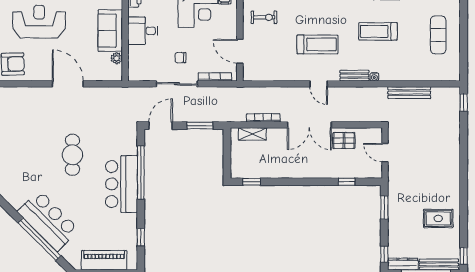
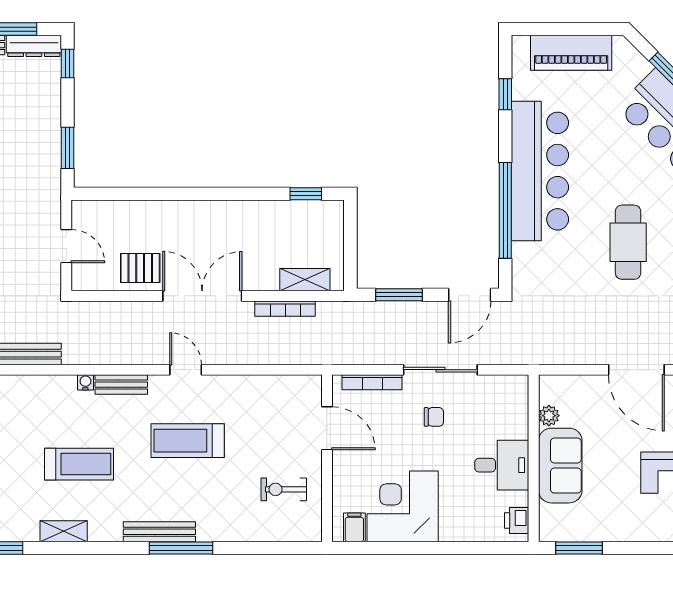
window: (347, 182) -> (135, 194), removed
bar counter: (121, 184) -> (540, 171), width x1.36

